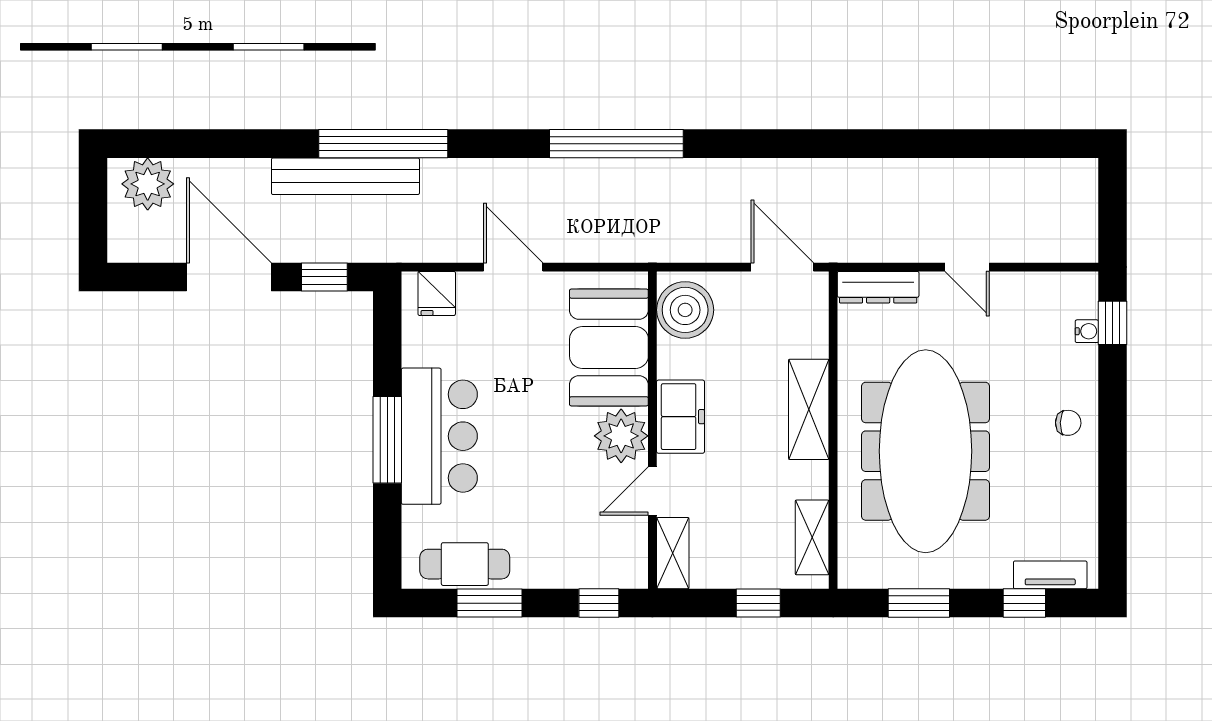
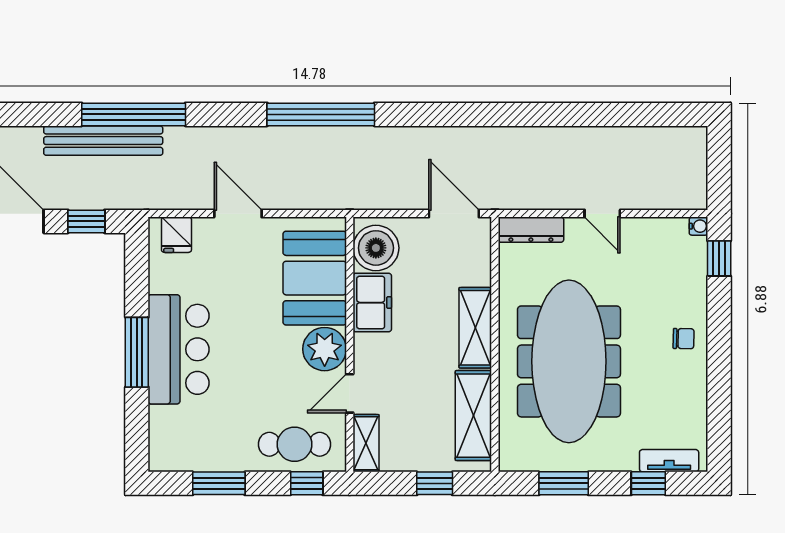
water cooler: (1087, 331) -> (699, 226), moved
freezer: (681, 417) -> (372, 303), moved
shelving: (812, 537) -> (473, 416), width x1.50, depth x1.33
cafe table: (465, 564) -> (294, 444), moved

